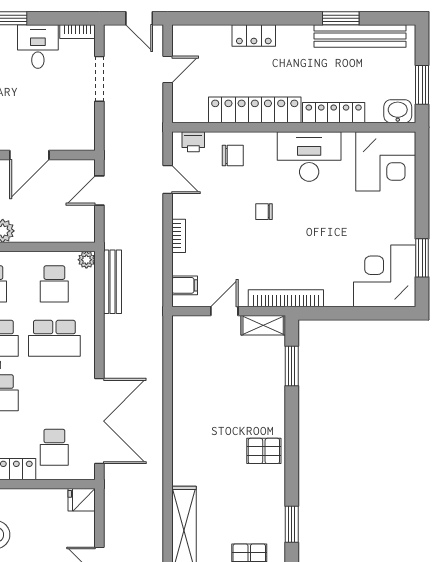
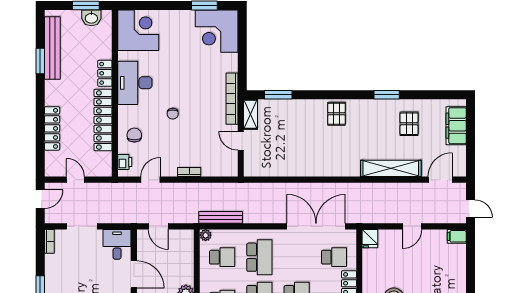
locker: (254, 36) -> (52, 128), width x1.53
desk: (38, 47) -> (117, 244), moved, turned 90
washbasin: (398, 111) -> (91, 18), moved, turned -90
locker: (334, 113) -> (105, 73), width x0.66
filing cabinet: (185, 285) -> (223, 168), removed

